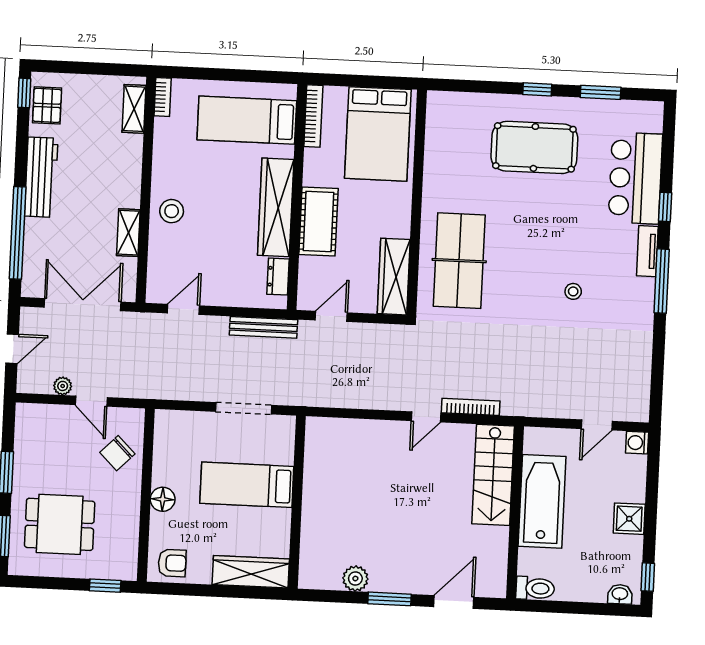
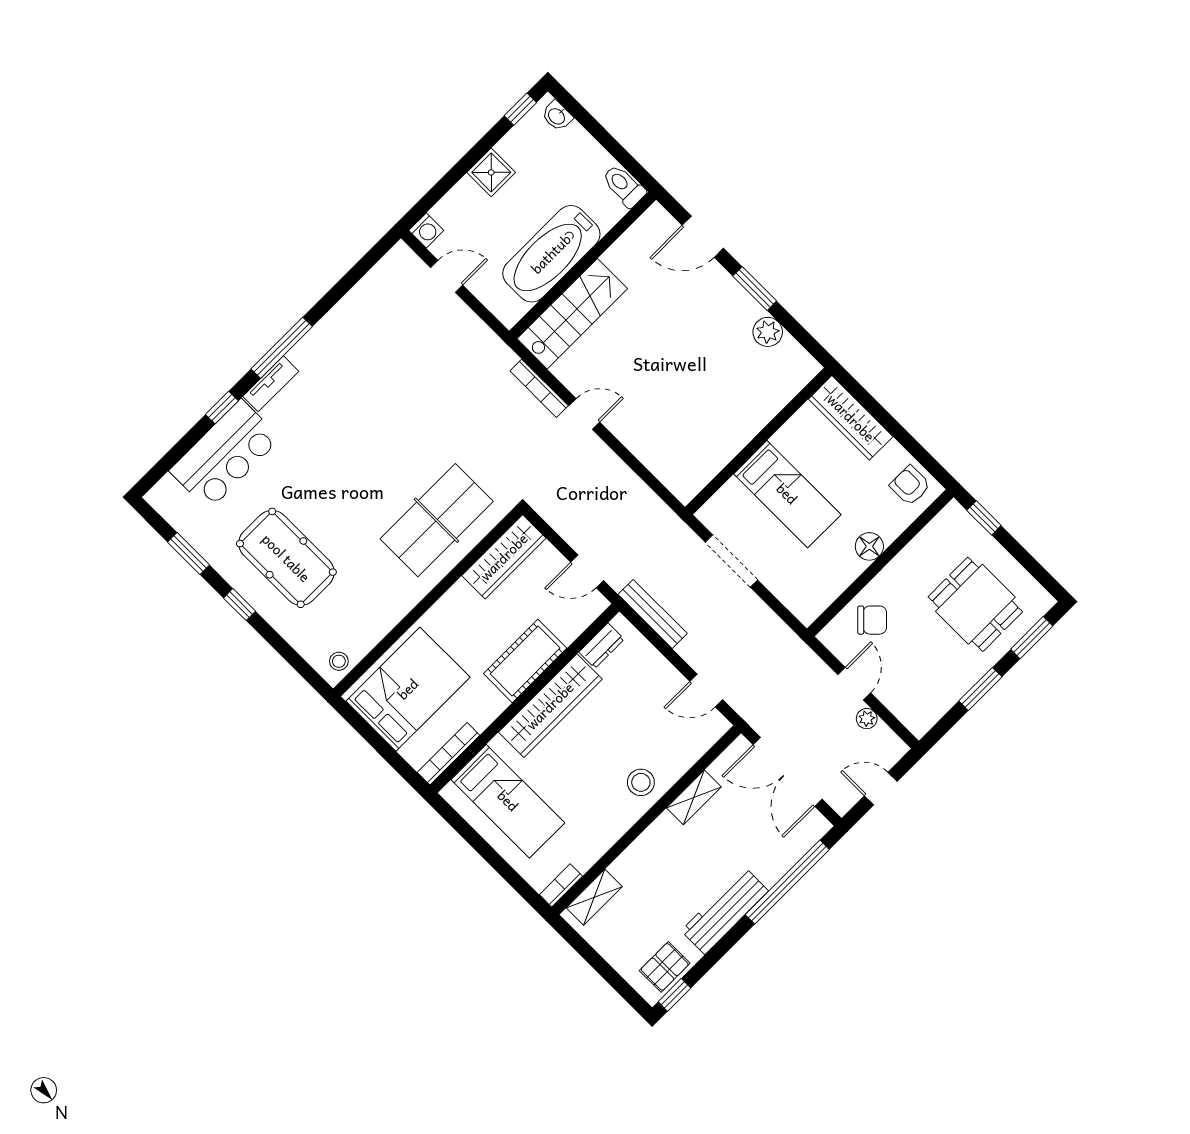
stool: (573, 291) -> (339, 661), moved

